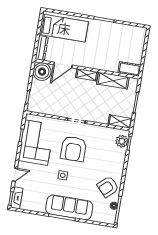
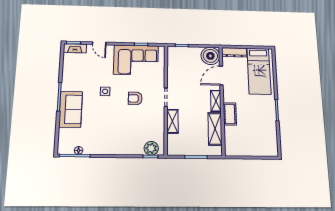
door: (63, 65) -> (221, 75), hinge flipped
cot: (129, 69) -> (230, 114), moved
shelving: (120, 122) -> (172, 121), moved
armchair: (74, 149) -> (135, 98), width x0.53, depth x0.53
armchair: (108, 187) -> (99, 141), removed
sofa: (69, 207) -> (71, 109), width x0.73

